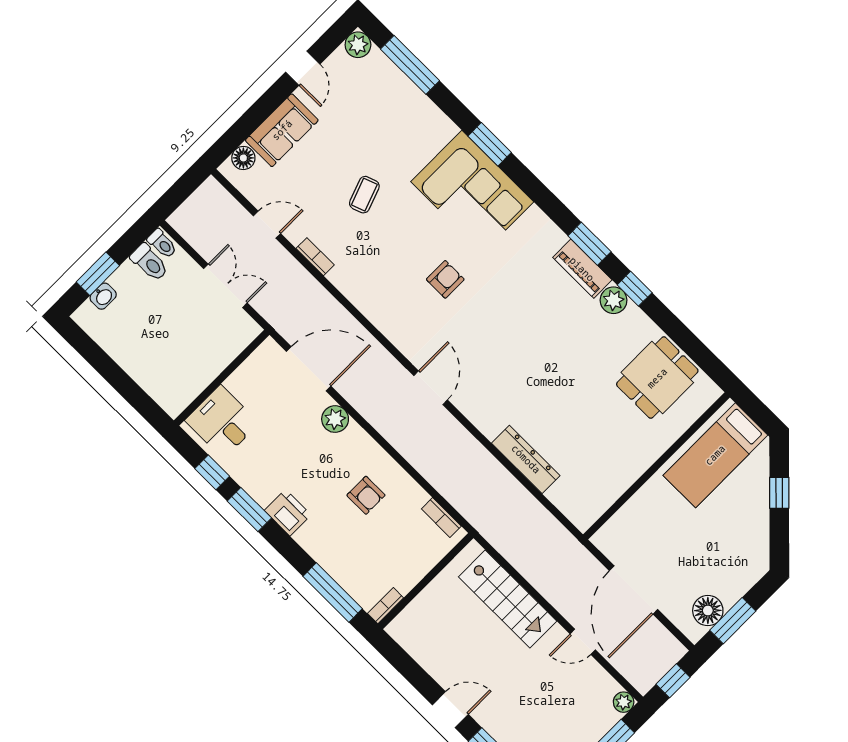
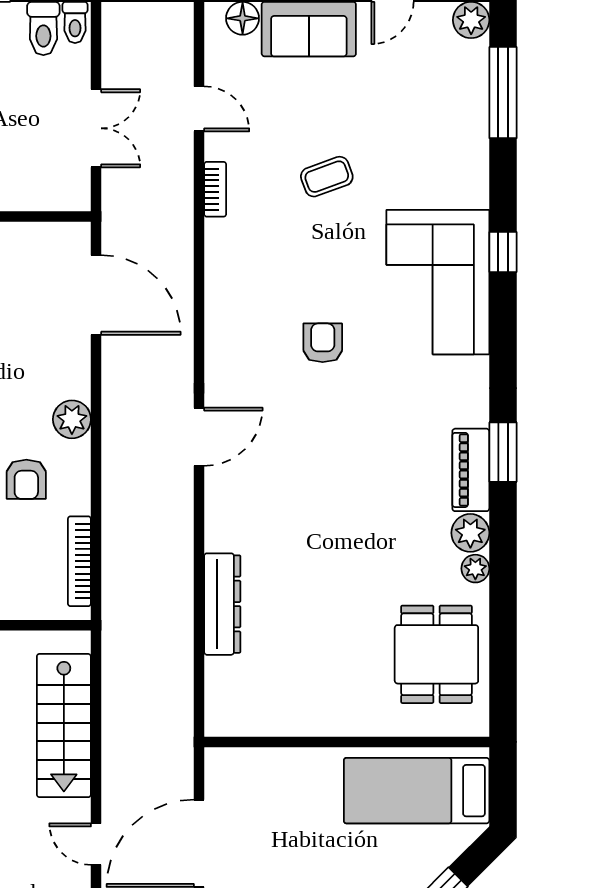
window: (490, 144) -> (503, 252), width x0.67
armchair: (445, 279) -> (323, 343), turned -90
window: (635, 289) -> (503, 543), removed
plant: (634, 315) -> (475, 569), added
dining table: (657, 378) -> (436, 654), turned 90
plant: (335, 419) -> (72, 419), moved
bookcase: (441, 518) -> (79, 561), width x1.56

